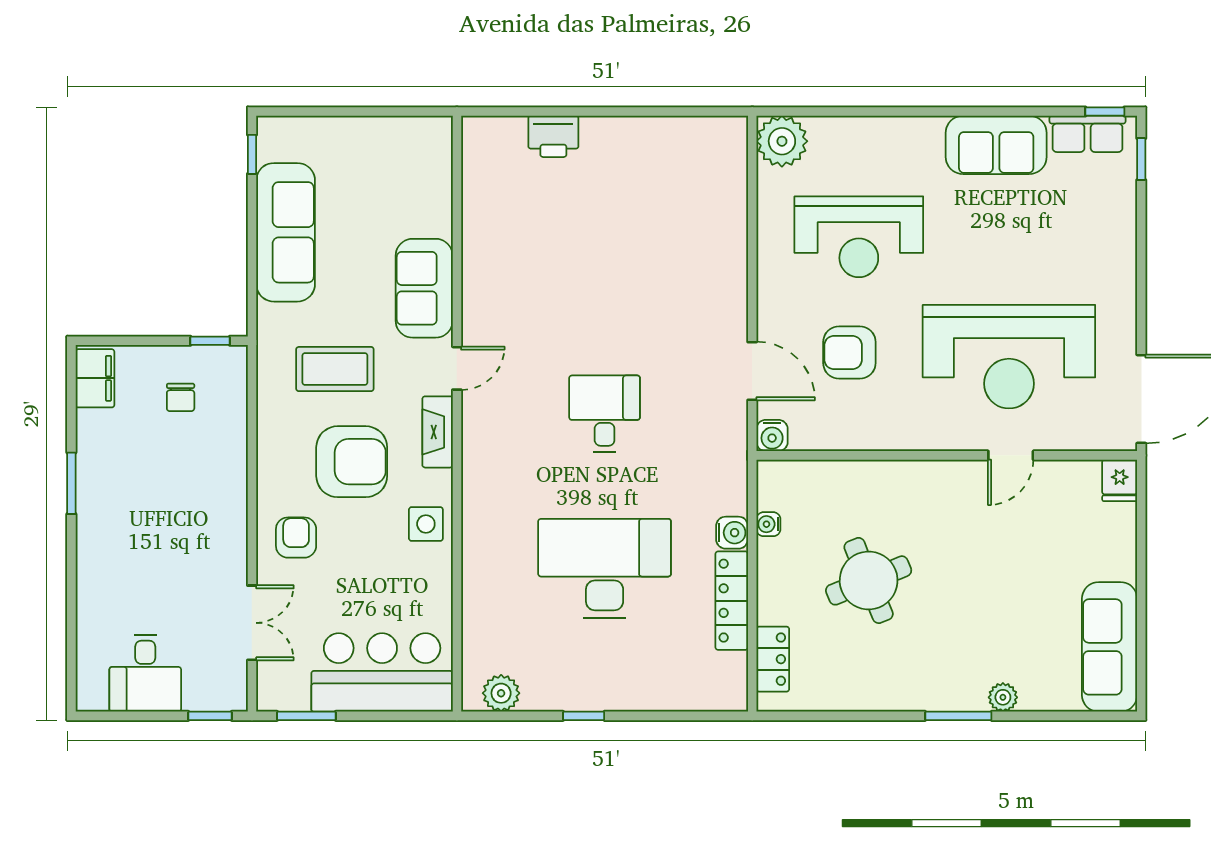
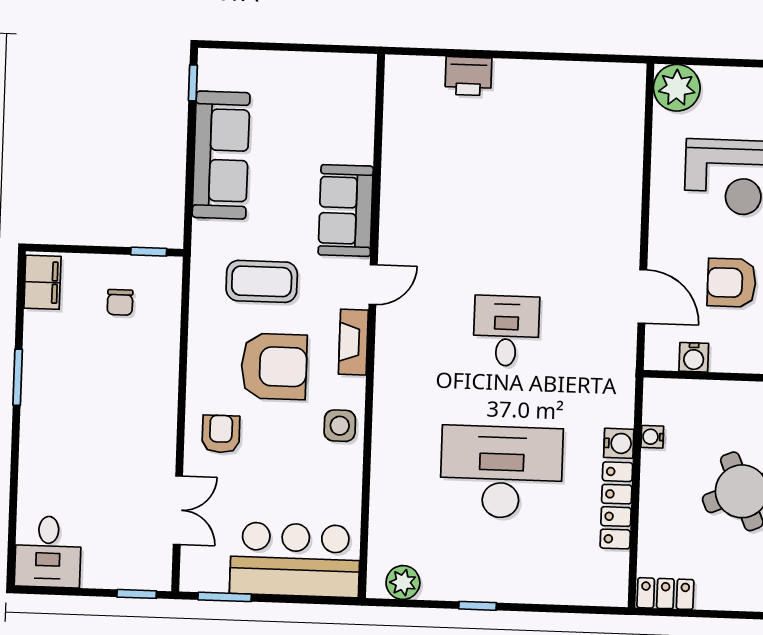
water cooler: (772, 436) -> (694, 357), moved
locker: (773, 659) -> (665, 594), moved, turned -90
desk: (145, 673) -> (48, 552), moved

